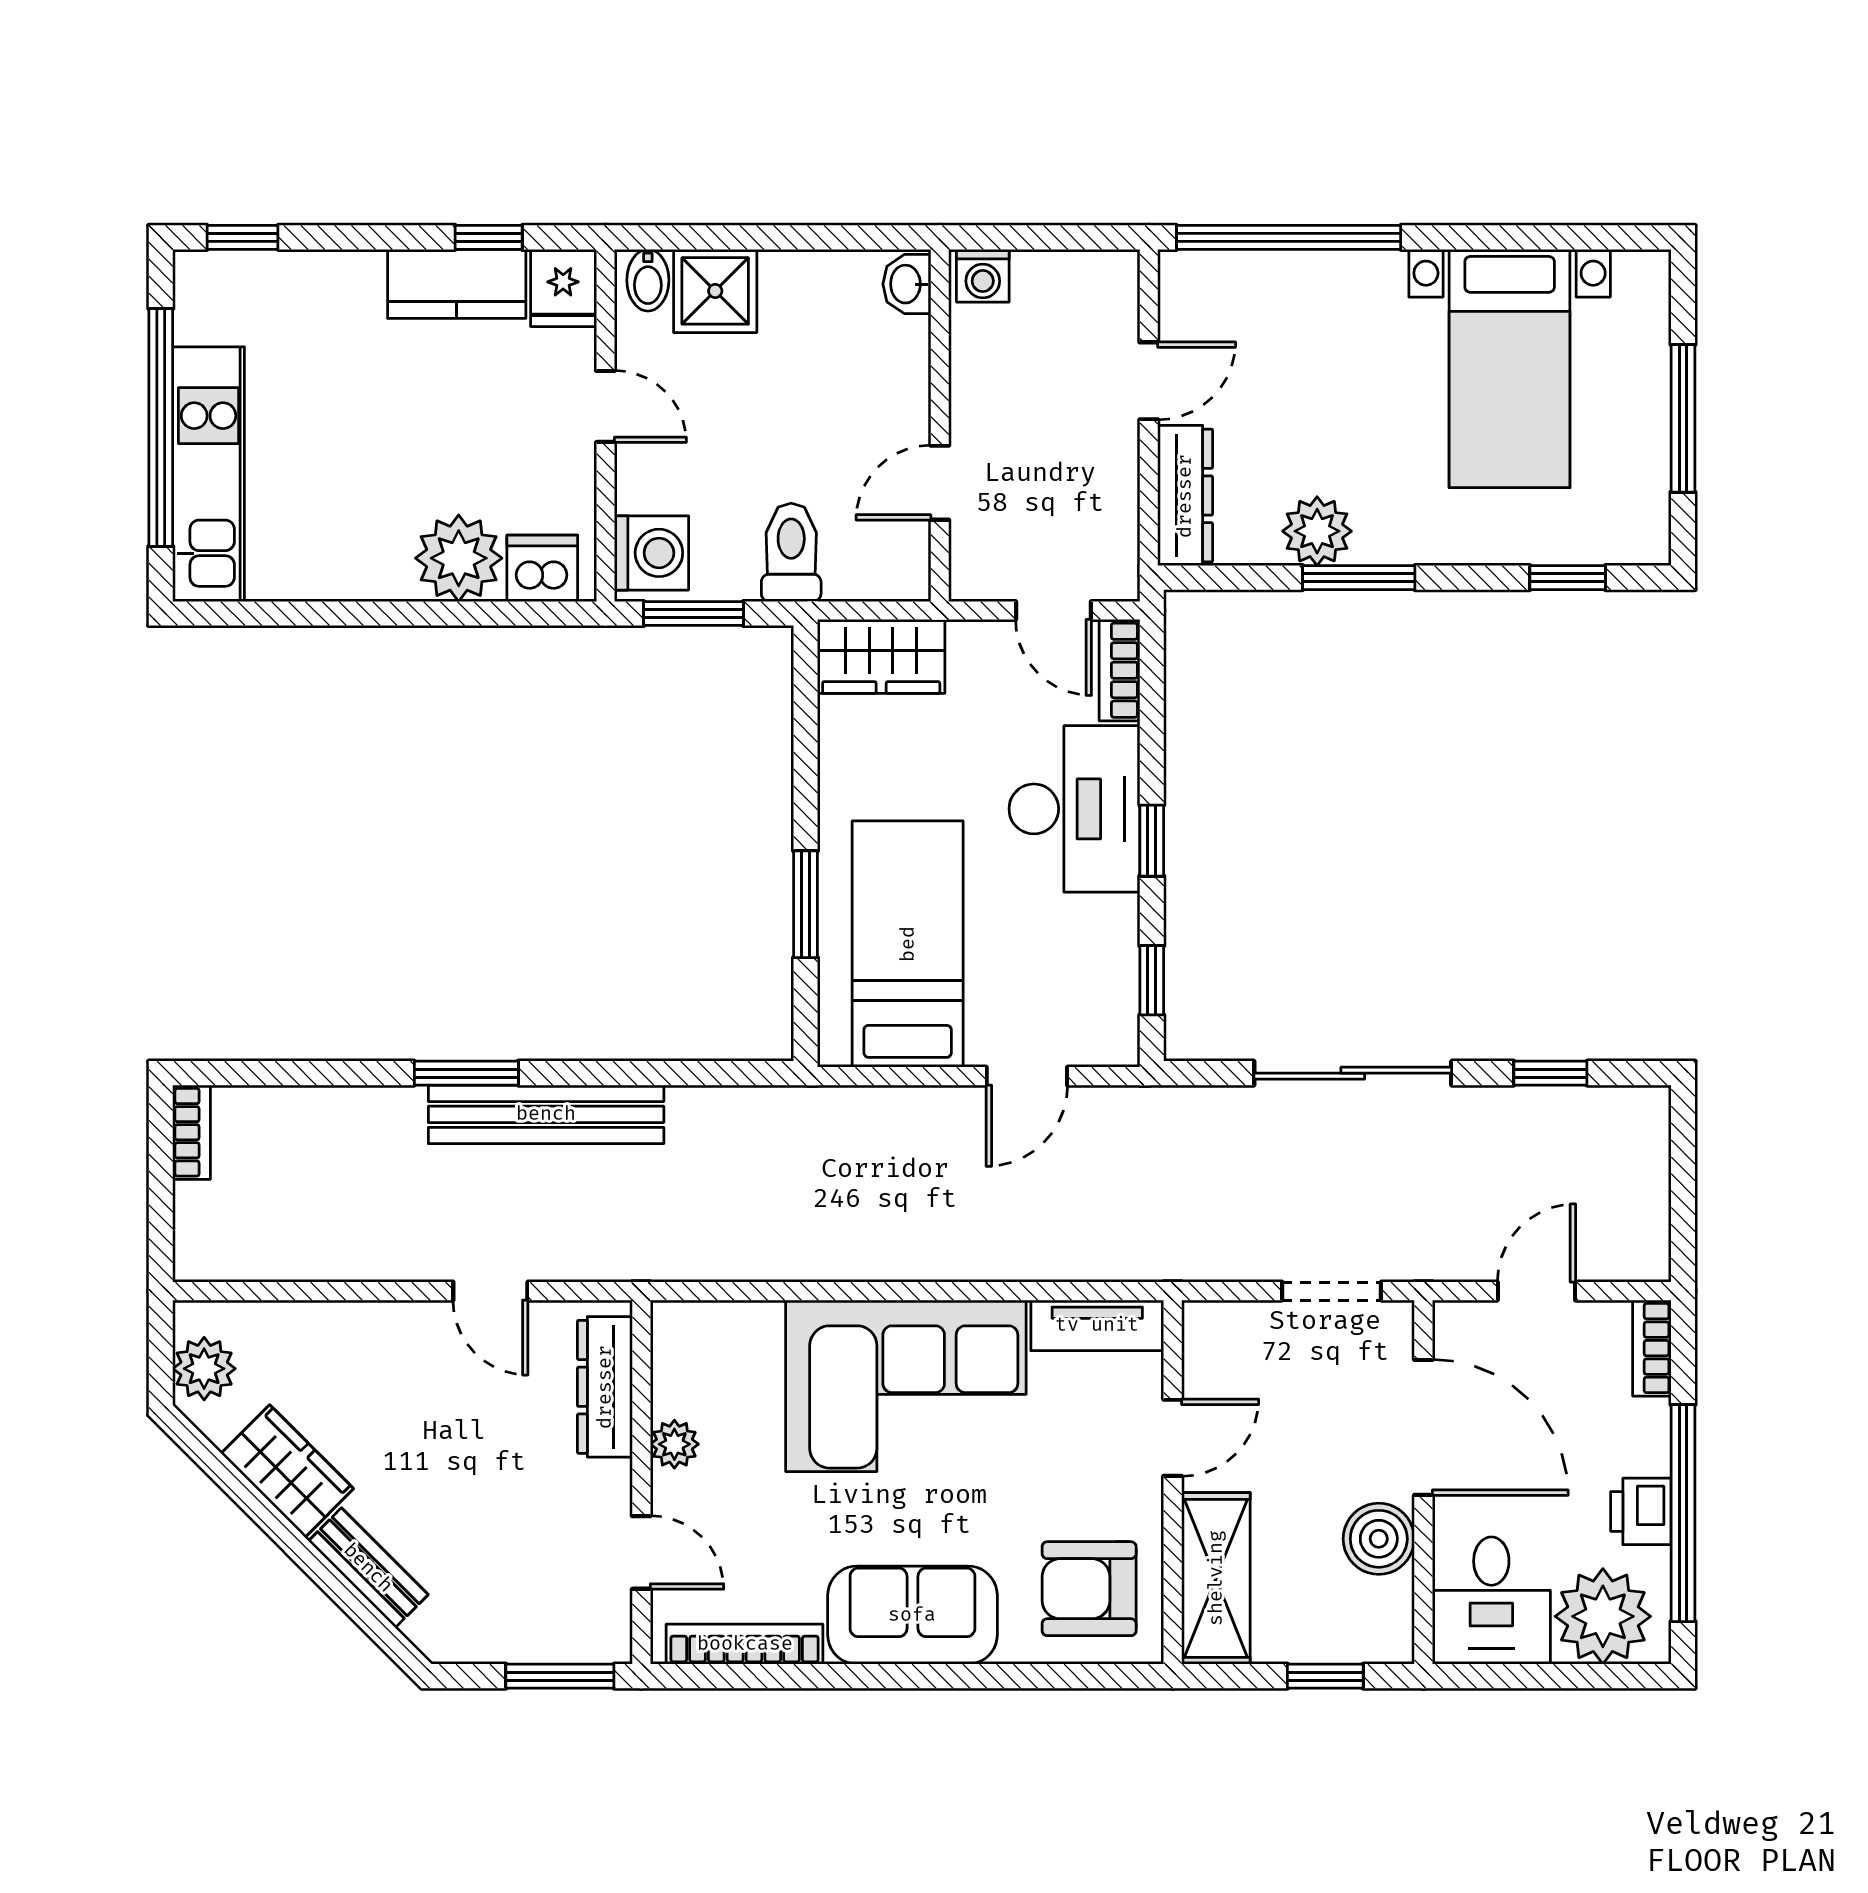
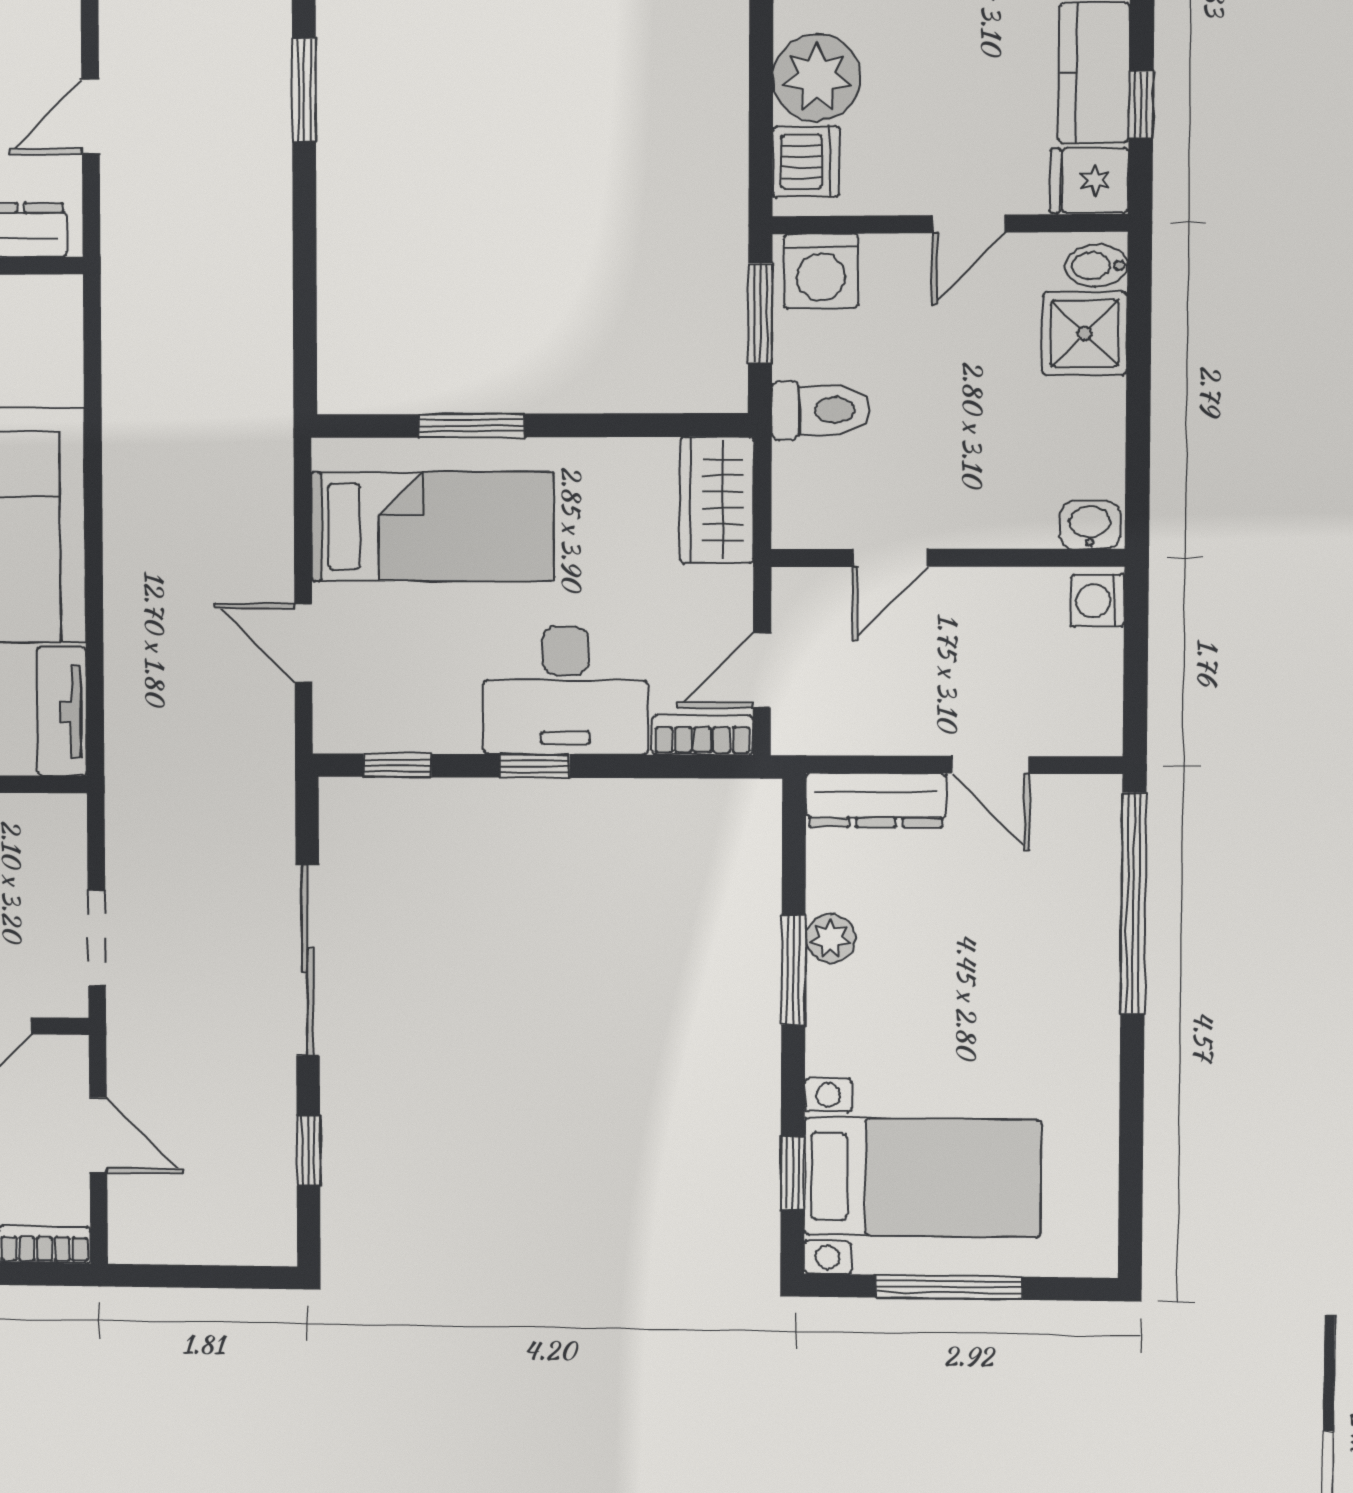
bed with nightstands: (1510, 369) -> (922, 1177), moved, turned 180
door: (940, 483) -> (890, 558), swing flipped
plant: (1317, 531) -> (830, 939), width x0.73, depth x0.73
bench: (546, 1114) -> (264, 170), removed

